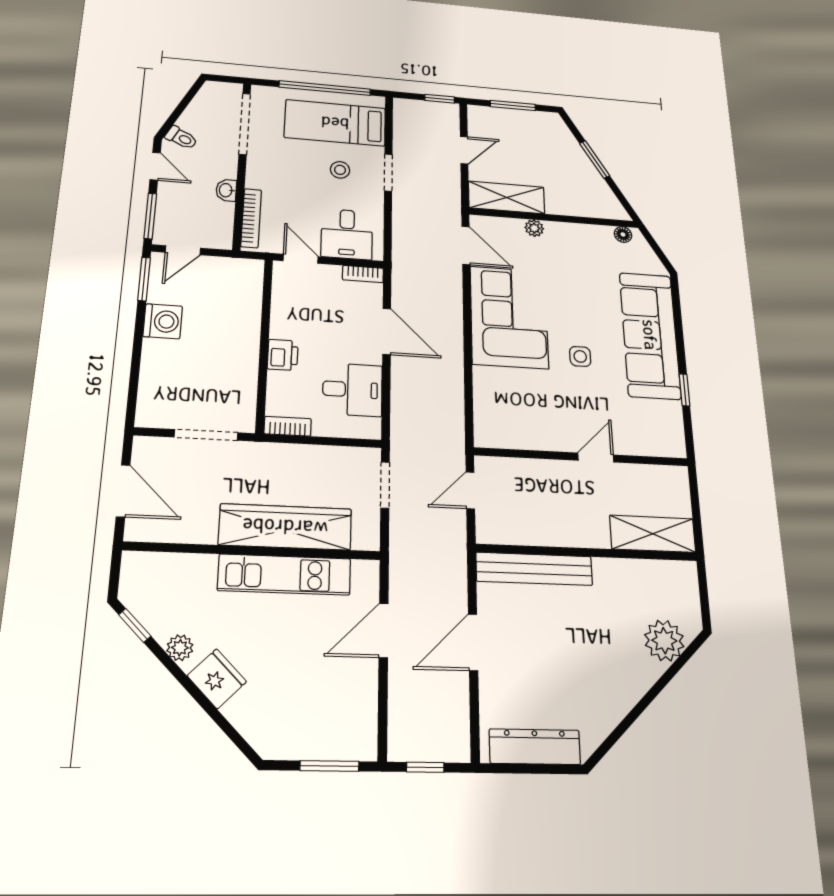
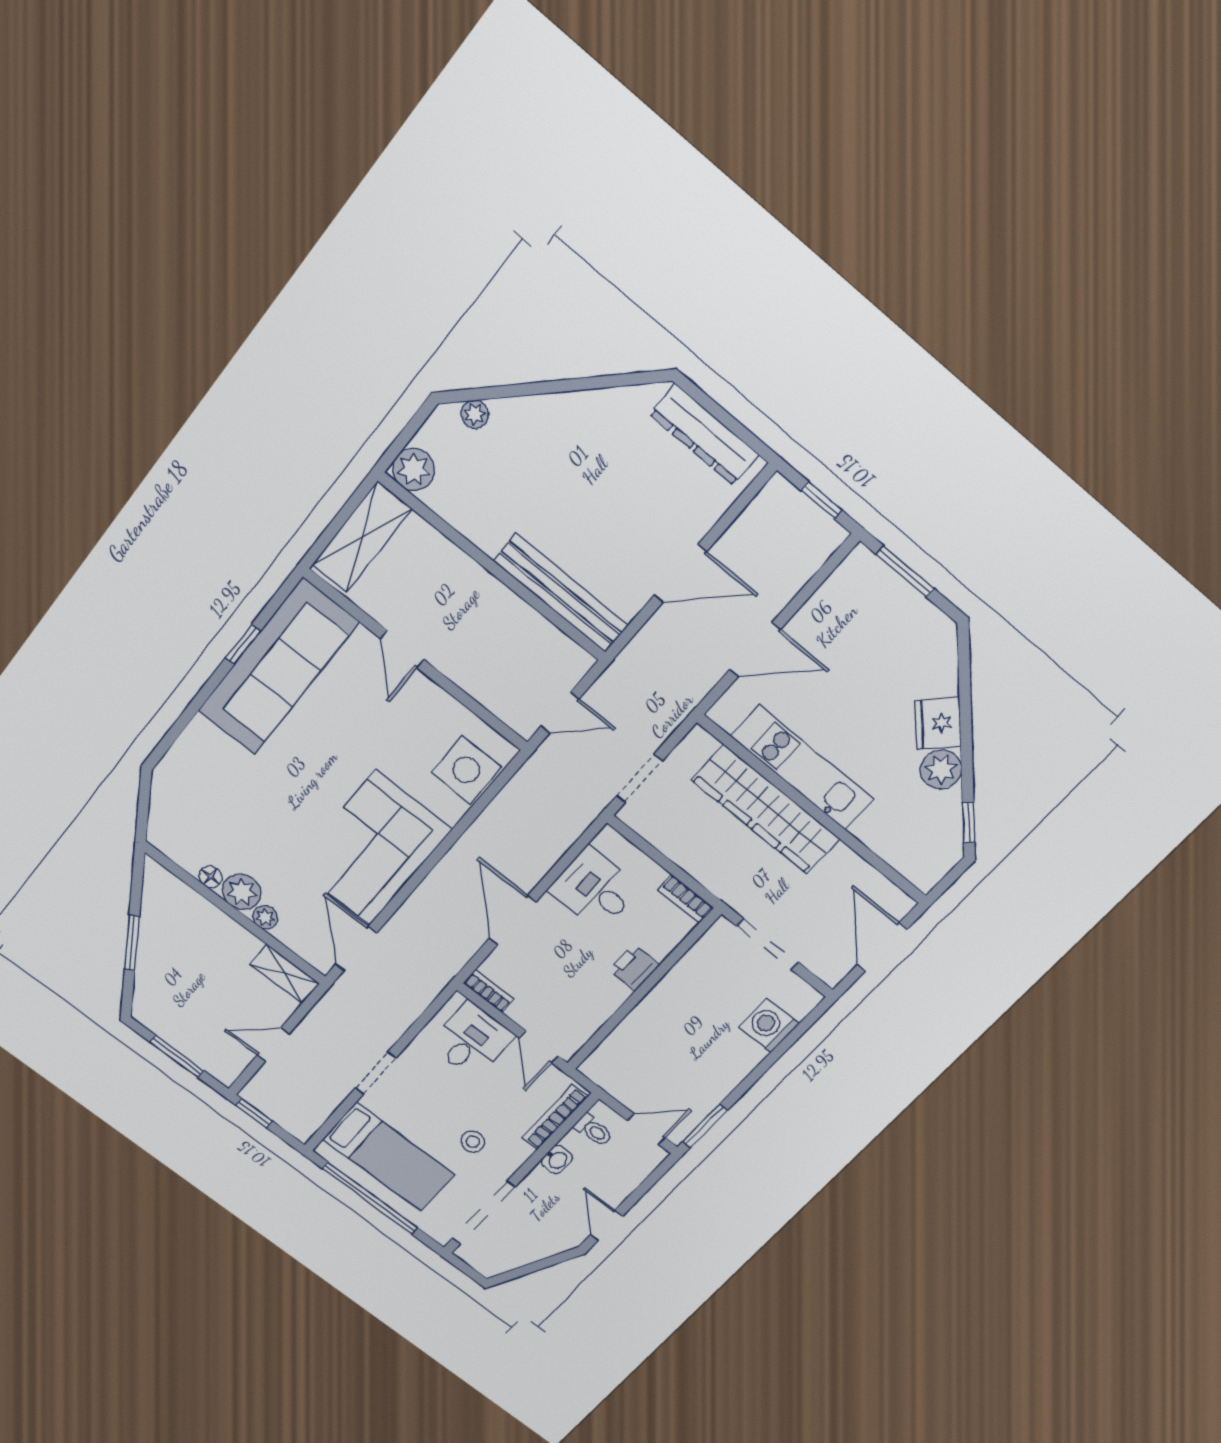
toilet: (181, 138) -> (593, 1130), moved, turned 153
stool: (340, 170) -> (473, 1142), moved
shelving: (507, 197) -> (284, 974), width x0.67, depth x0.75
window: (150, 216) -> (650, 1181), removed
floor lamp: (623, 234) -> (210, 877), moved
plant: (560, 235) -> (242, 892), added
washing machine: (163, 321) -> (769, 1026), moved
sofa: (650, 335) -> (278, 667), moved
side table: (580, 356) -> (466, 770), moved, width x1.87, depth x1.87
door: (596, 458) -> (402, 649), hinge flipped
shelving: (653, 534) -> (362, 537), moved, turned 90
plant: (682, 576) -> (414, 469), added
plant: (664, 641) -> (475, 414), width x0.53, depth x0.53
plant: (180, 648) -> (941, 770), width x1.38, depth x1.38

